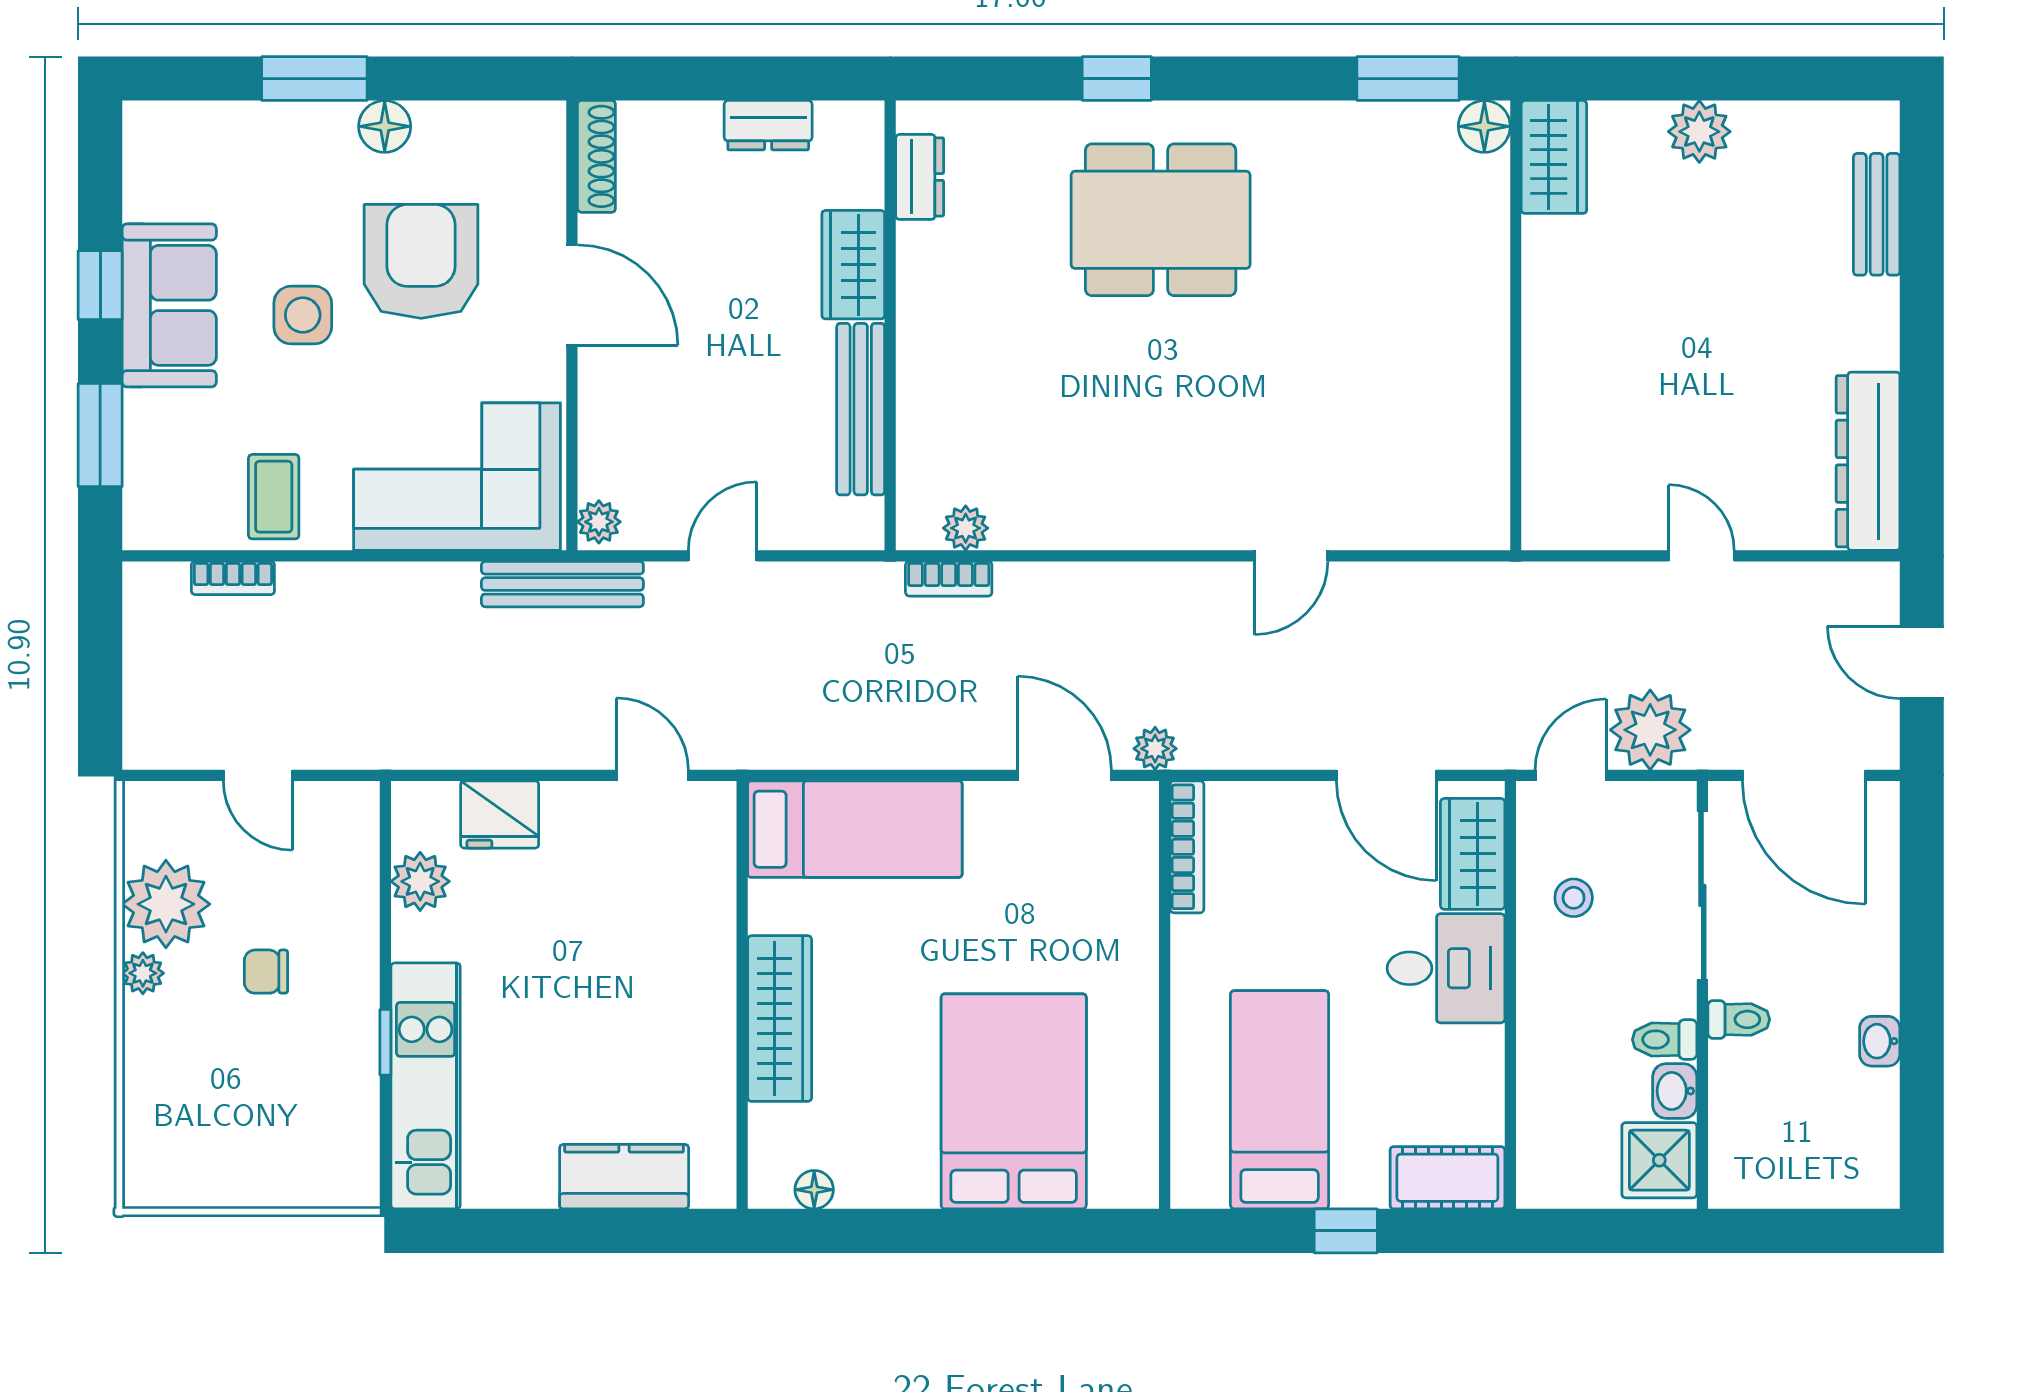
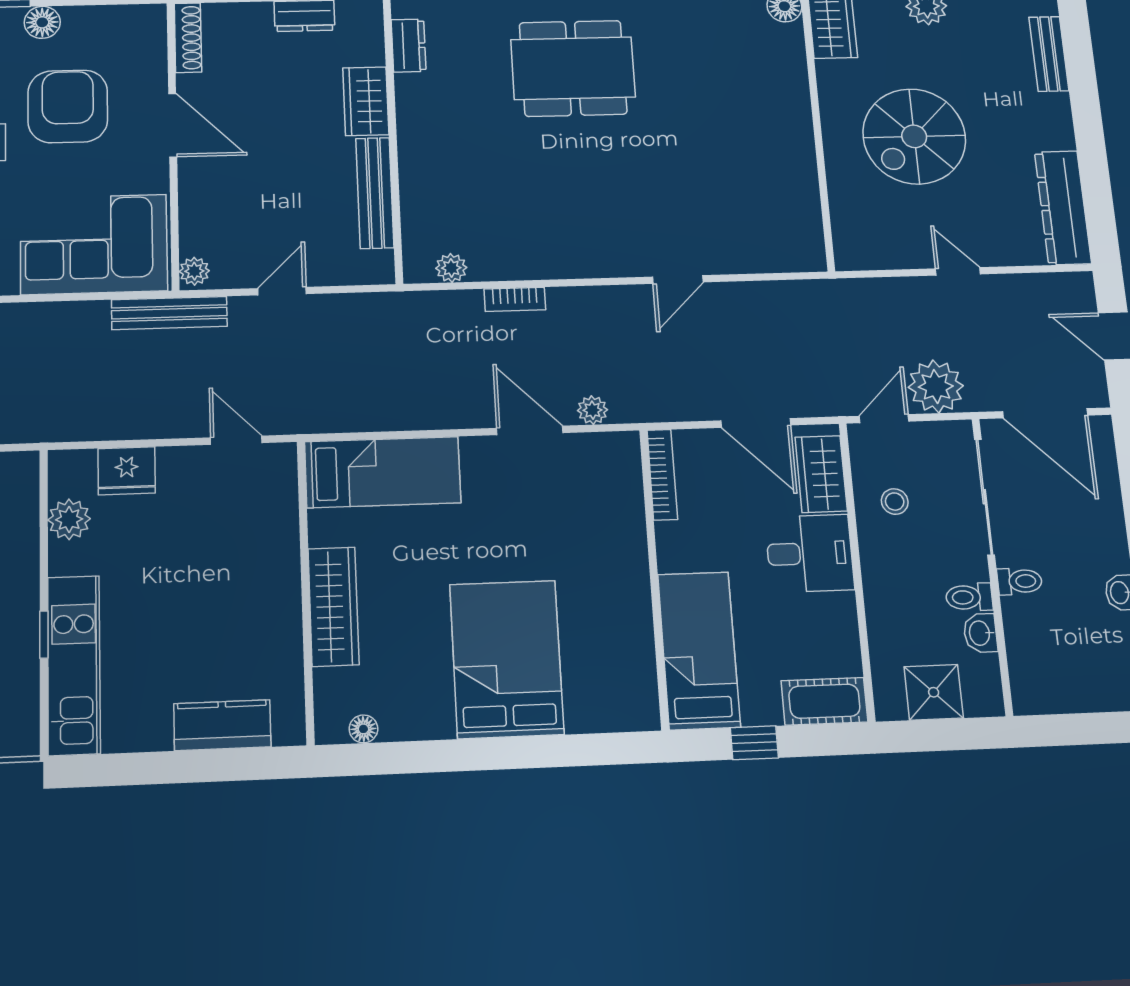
spiral stairs: (1659, 342) -> (914, 136), added
bookcase: (949, 579) -> (515, 299), moved
bookcase: (1187, 847) -> (662, 475), moved
wall: (1165, 995) -> (654, 578), moved
shower: (1659, 1160) -> (934, 692), moved

